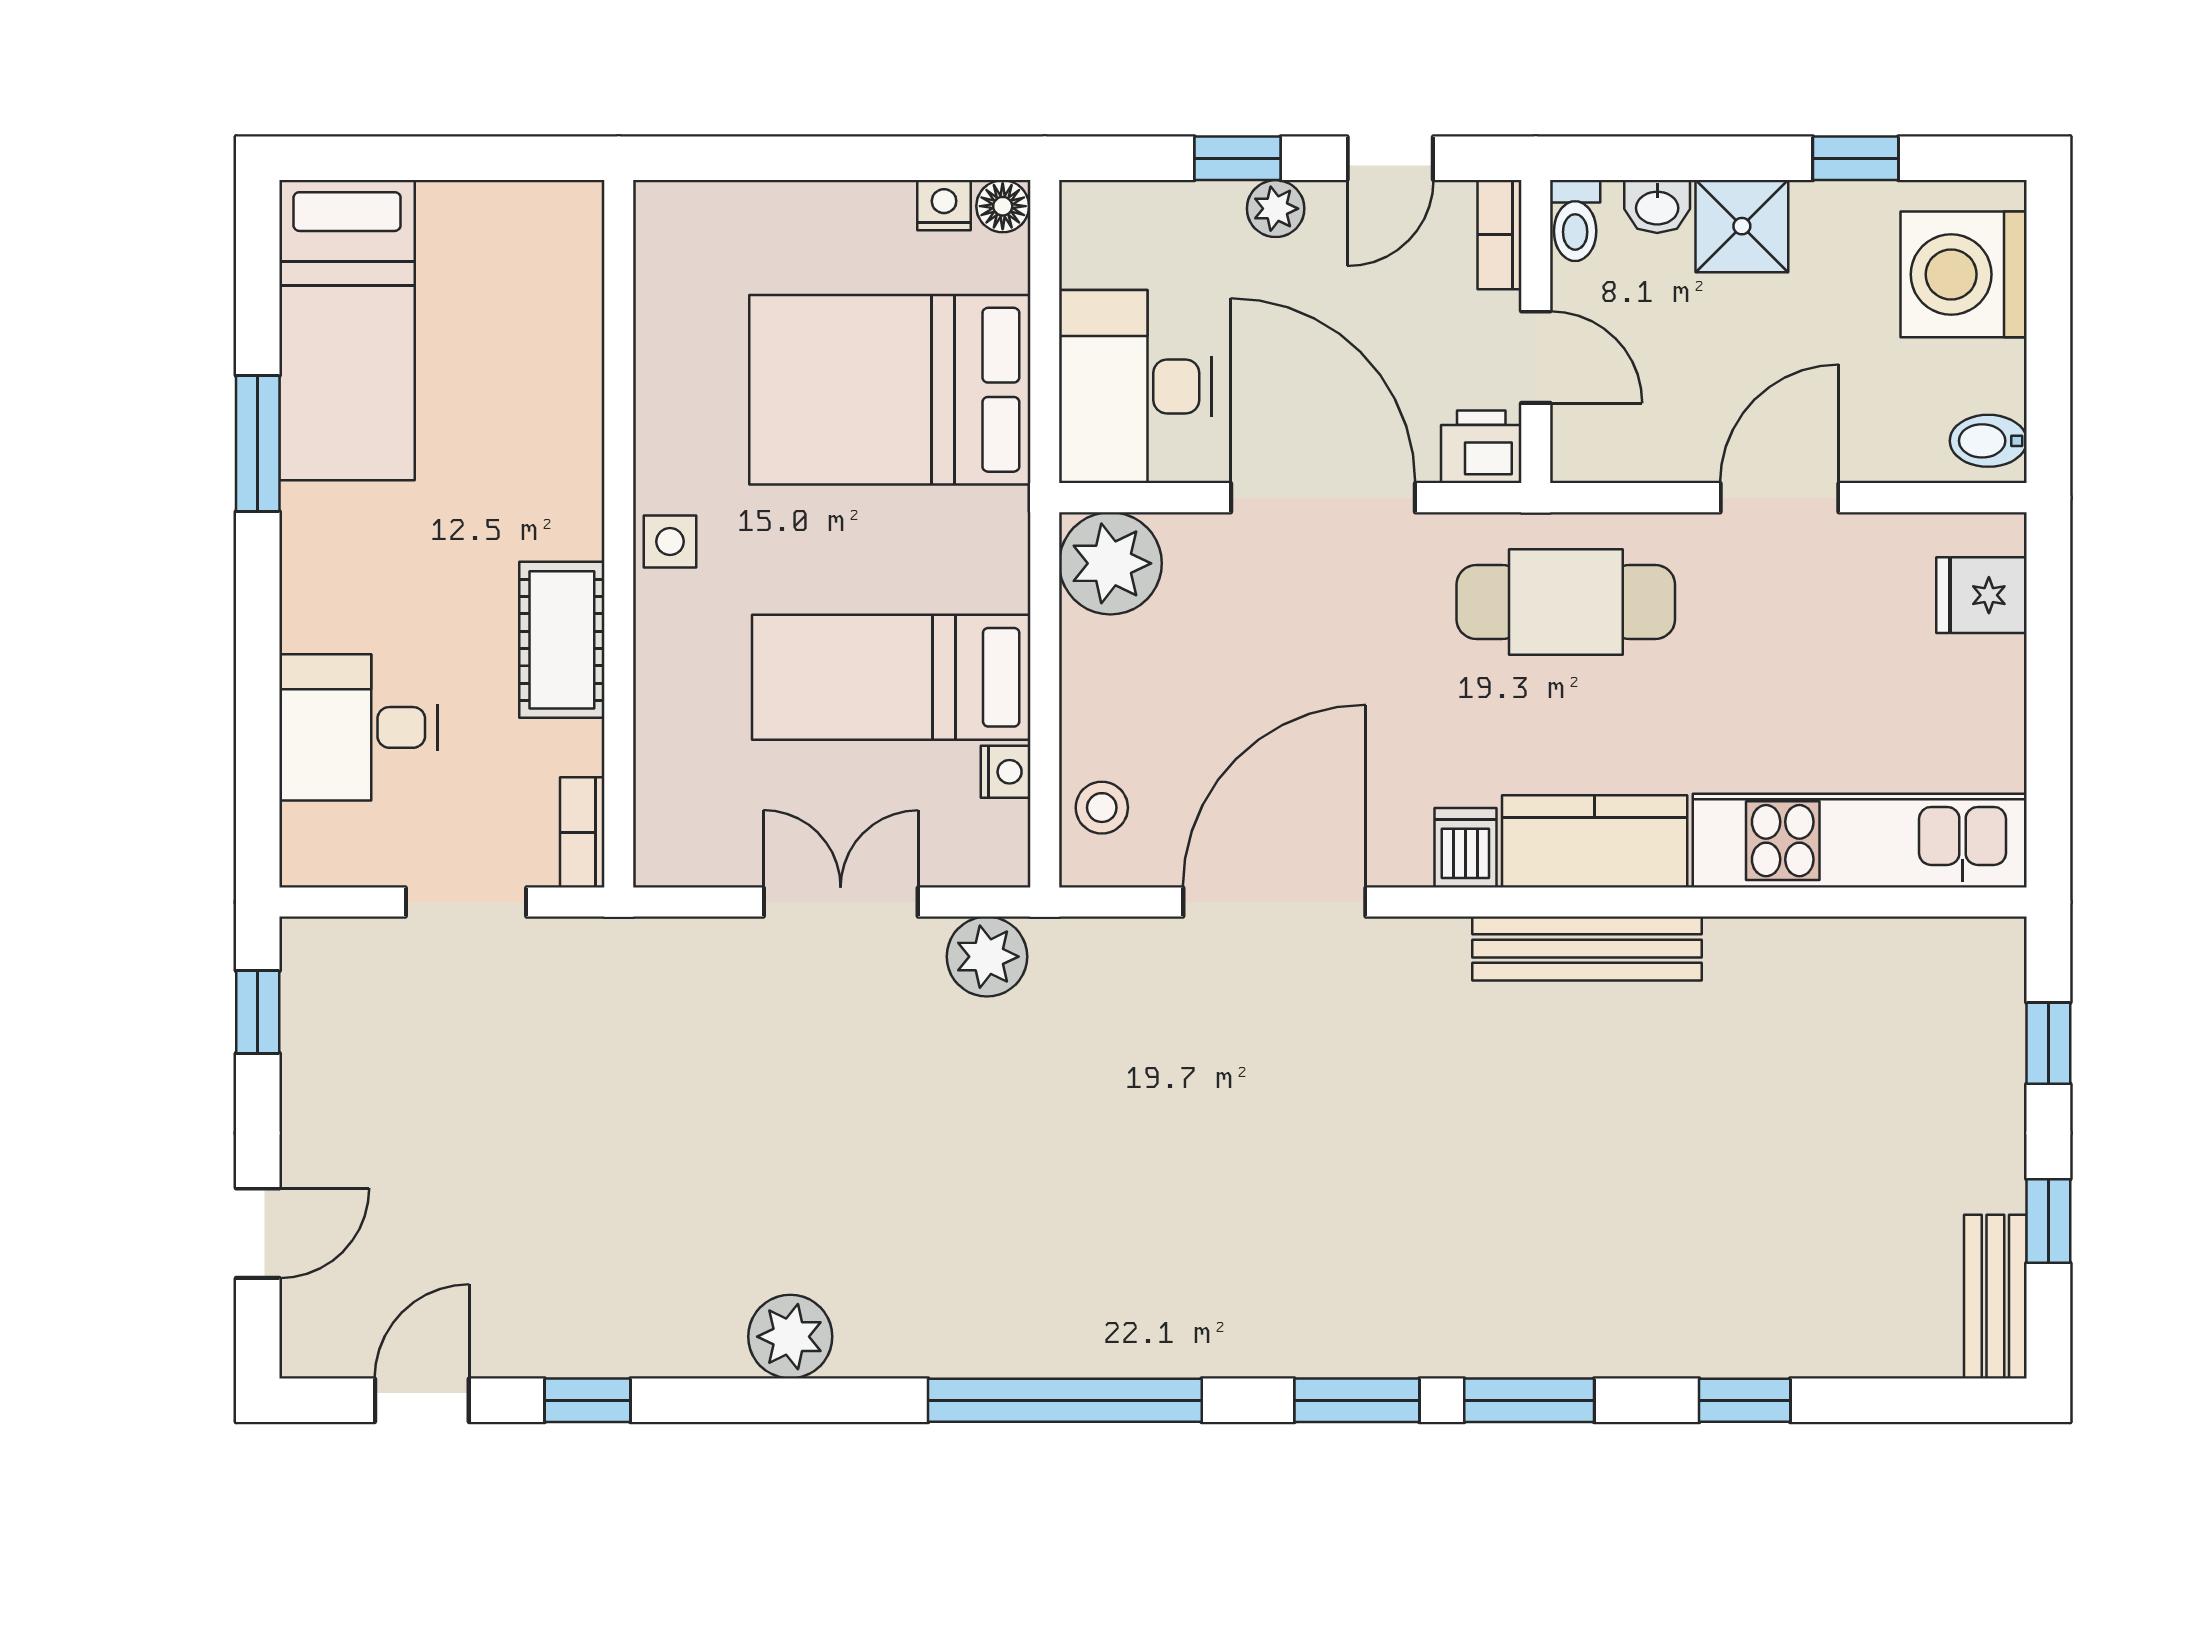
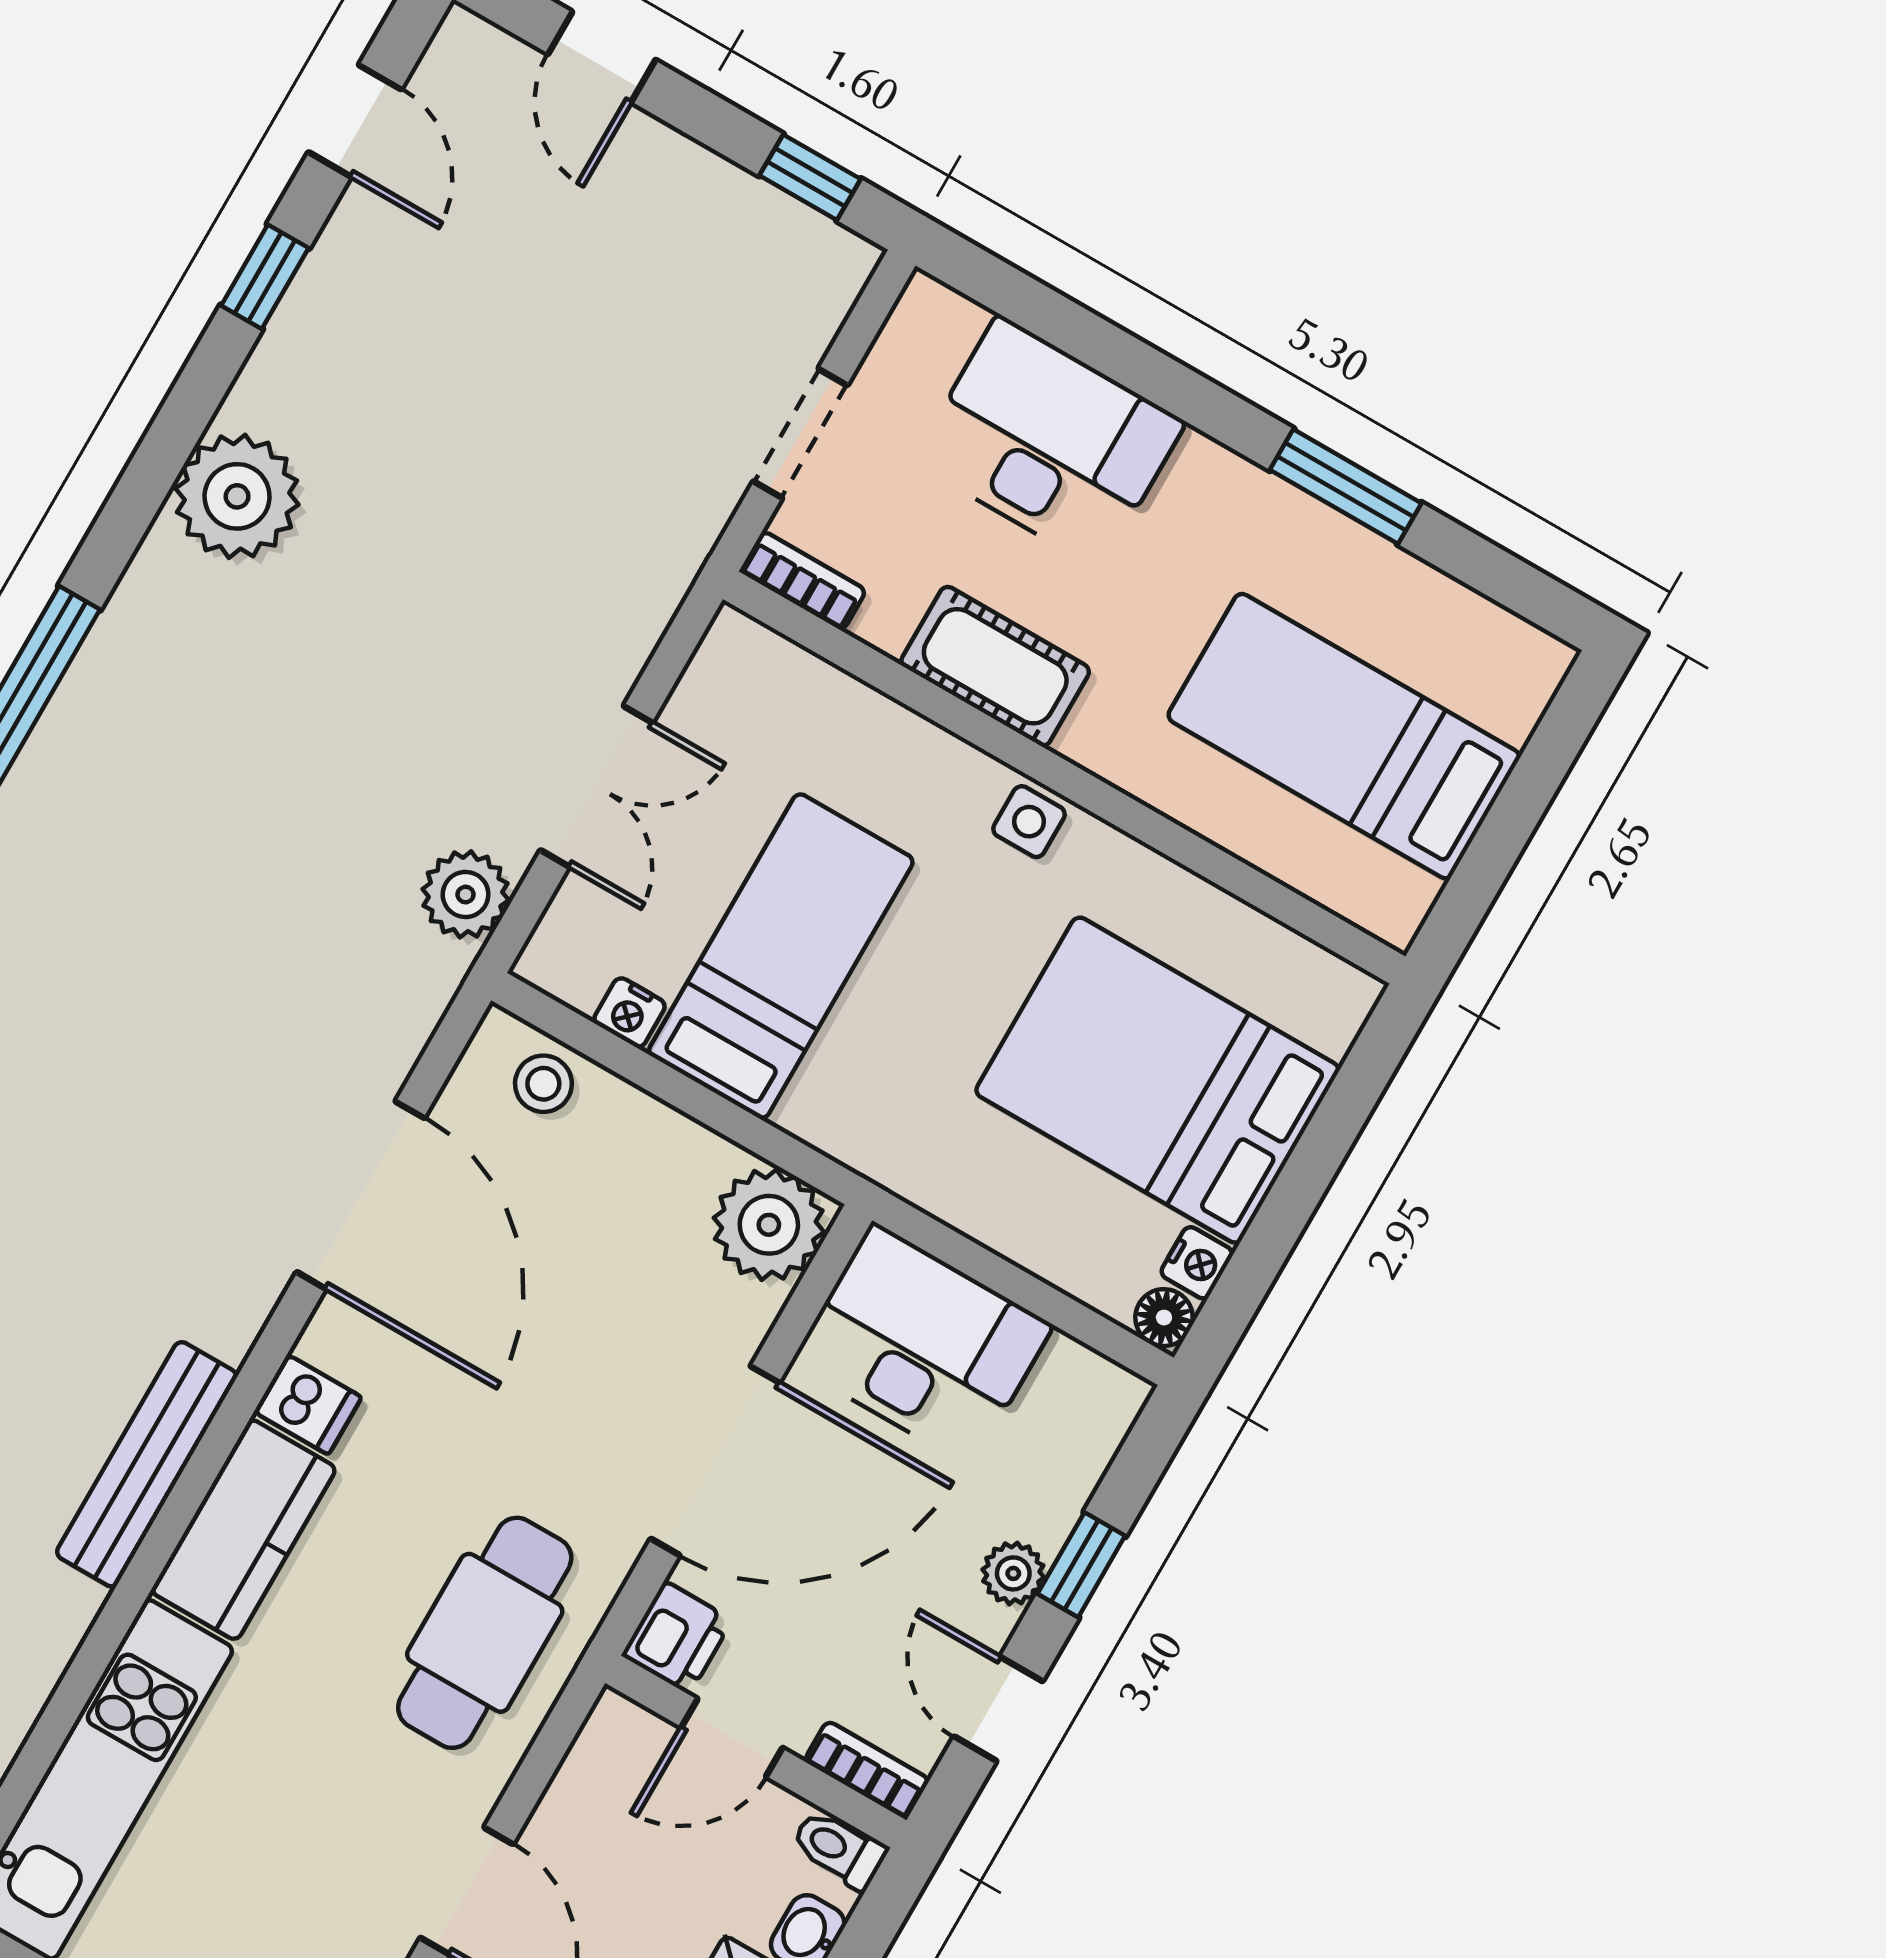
bed: (347, 330) -> (1344, 736), moved
bed: (890, 390) -> (1157, 1080), moved, turned -90
desk: (359, 727) -> (1049, 442), width x1.37
plant: (790, 1337) -> (237, 496), width x1.36, depth x1.36

